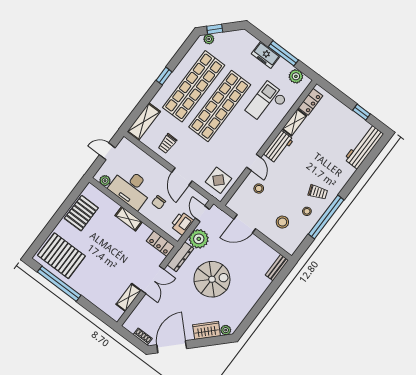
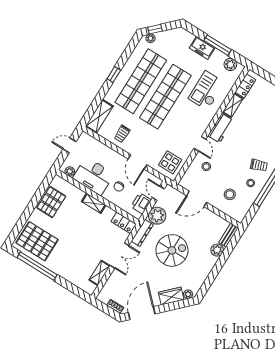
plant: (263, 283) -> (217, 250), added

